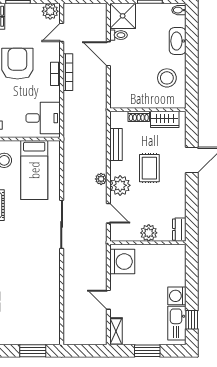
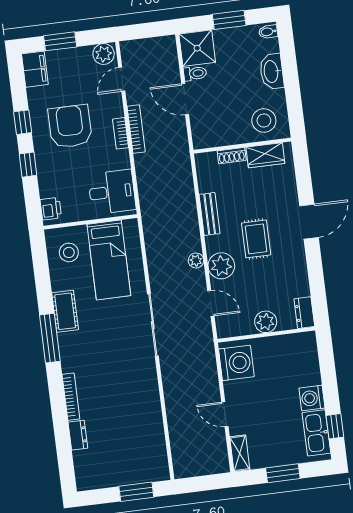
wall: (148, 110) -> (242, 146), moved
shoe rack: (139, 116) -> (232, 156), moved
wardrobe: (165, 119) -> (265, 155), moved

